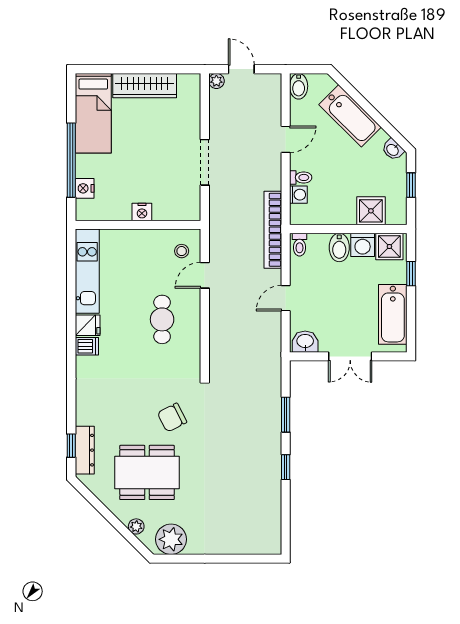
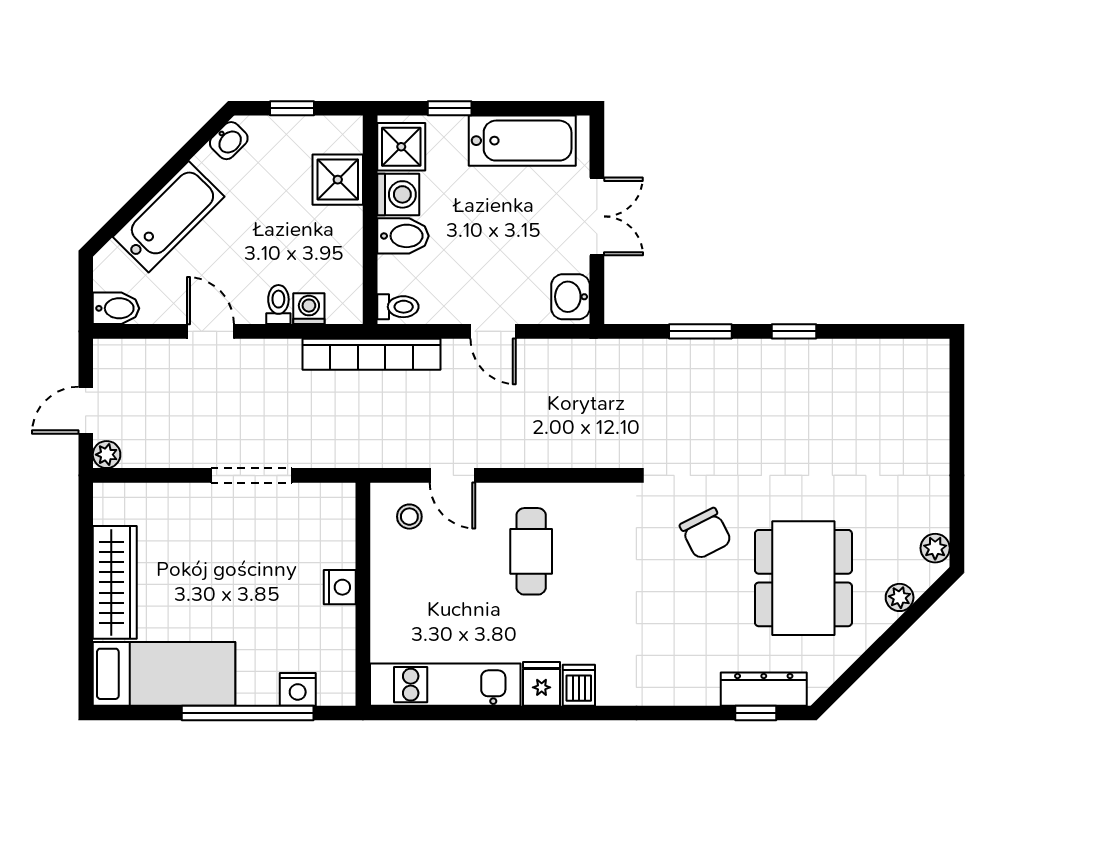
cafe table: (162, 319) -> (531, 551), turned 90
plant: (171, 539) -> (935, 548), width x0.53, depth x0.53

